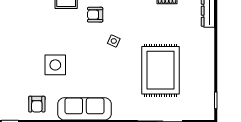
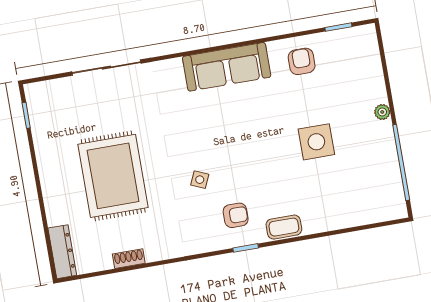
side table: (55, 65) -> (316, 142), moved
rug: (160, 70) -> (113, 176), moved

